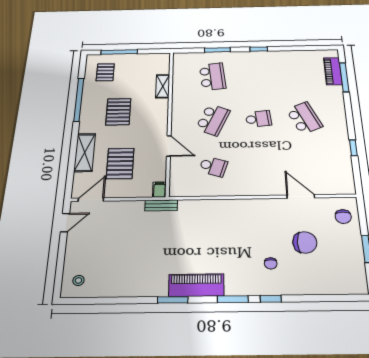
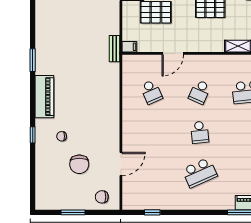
school desk: (213, 120) -> (200, 92), width x0.54
window: (353, 148) -> (152, 212), moved
school desk: (213, 166) -> (151, 92), turned -42
piano: (196, 285) -> (44, 97), moved
window: (233, 299) -> (33, 106), removed

